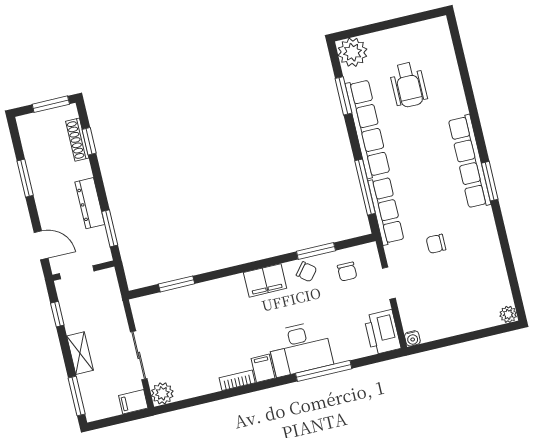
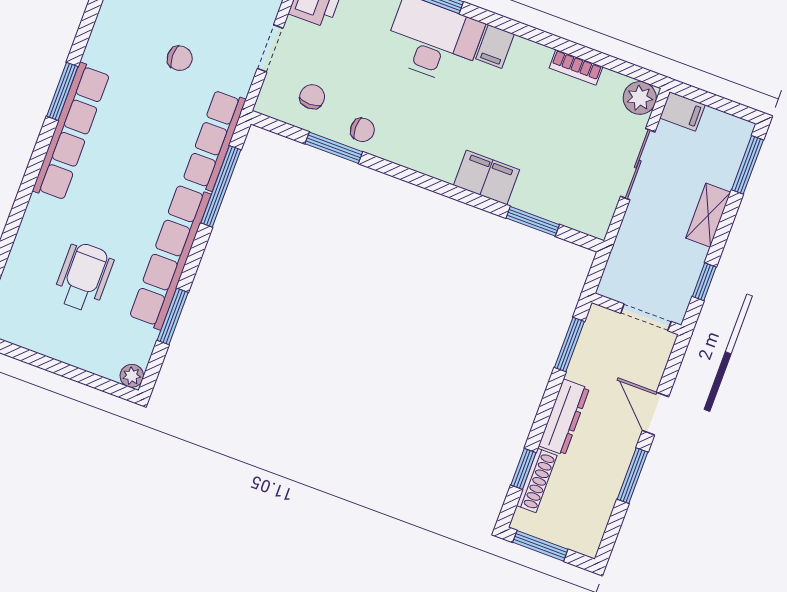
plant: (353, 52) -> (132, 376), width x0.53, depth x0.53
dresser: (90, 203) -> (564, 417), moved
door: (41, 245) -> (655, 414), moved
chair: (306, 272) -> (362, 130), turned 141
filing cabinet: (265, 280) -> (487, 177), moved
bookcase: (237, 380) -> (576, 67), moved

